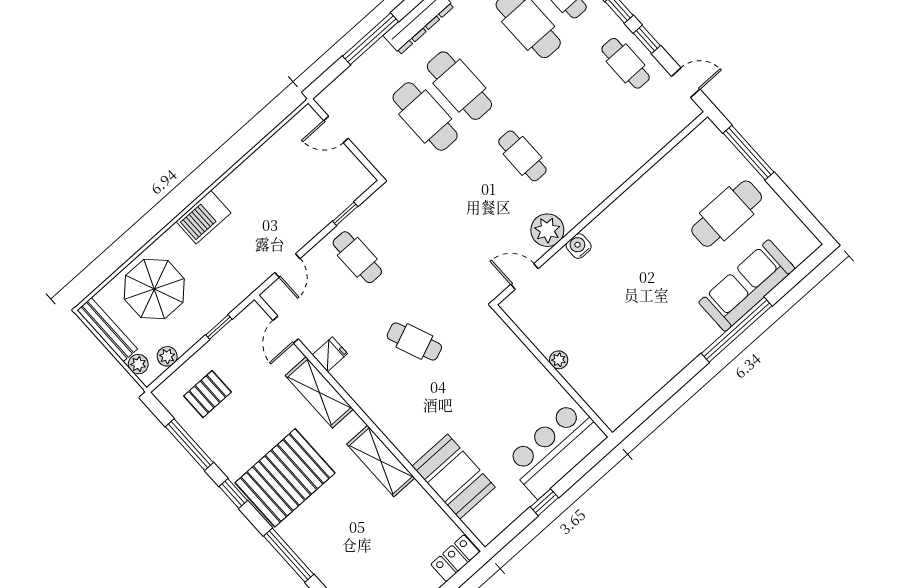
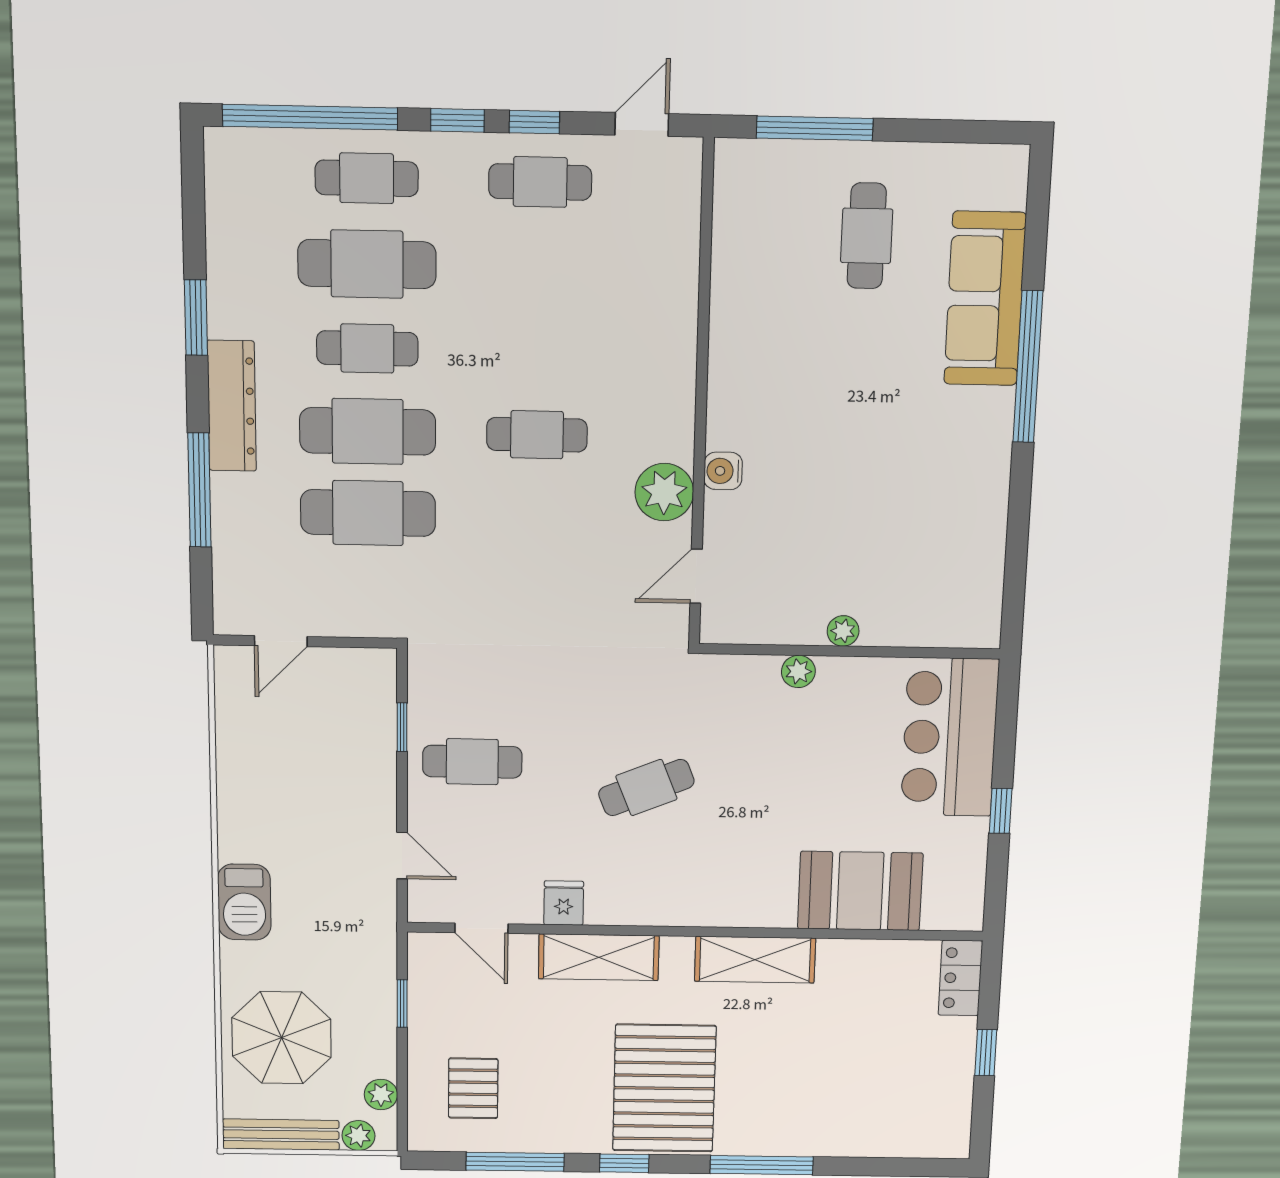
cafe table: (494, 55) -> (367, 348), added
cafe table: (727, 214) -> (867, 236), width x0.73, depth x0.74
plant: (524, 358) -> (798, 671), added

